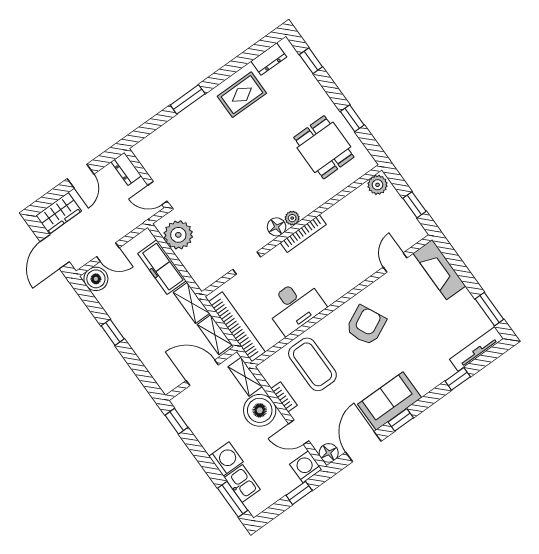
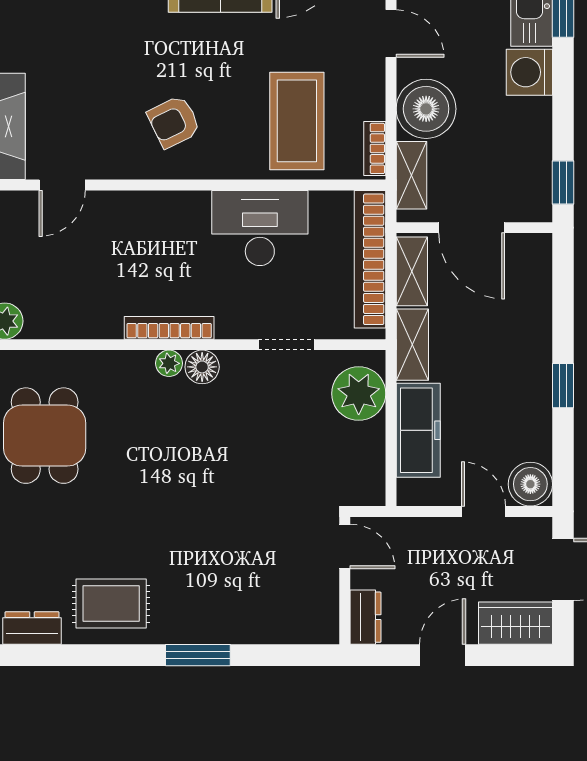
plant: (178, 235) -> (359, 394), moved
armchair: (366, 325) -> (174, 122), width x0.72, depth x0.72
bookcase: (284, 397) -> (375, 148), moved

